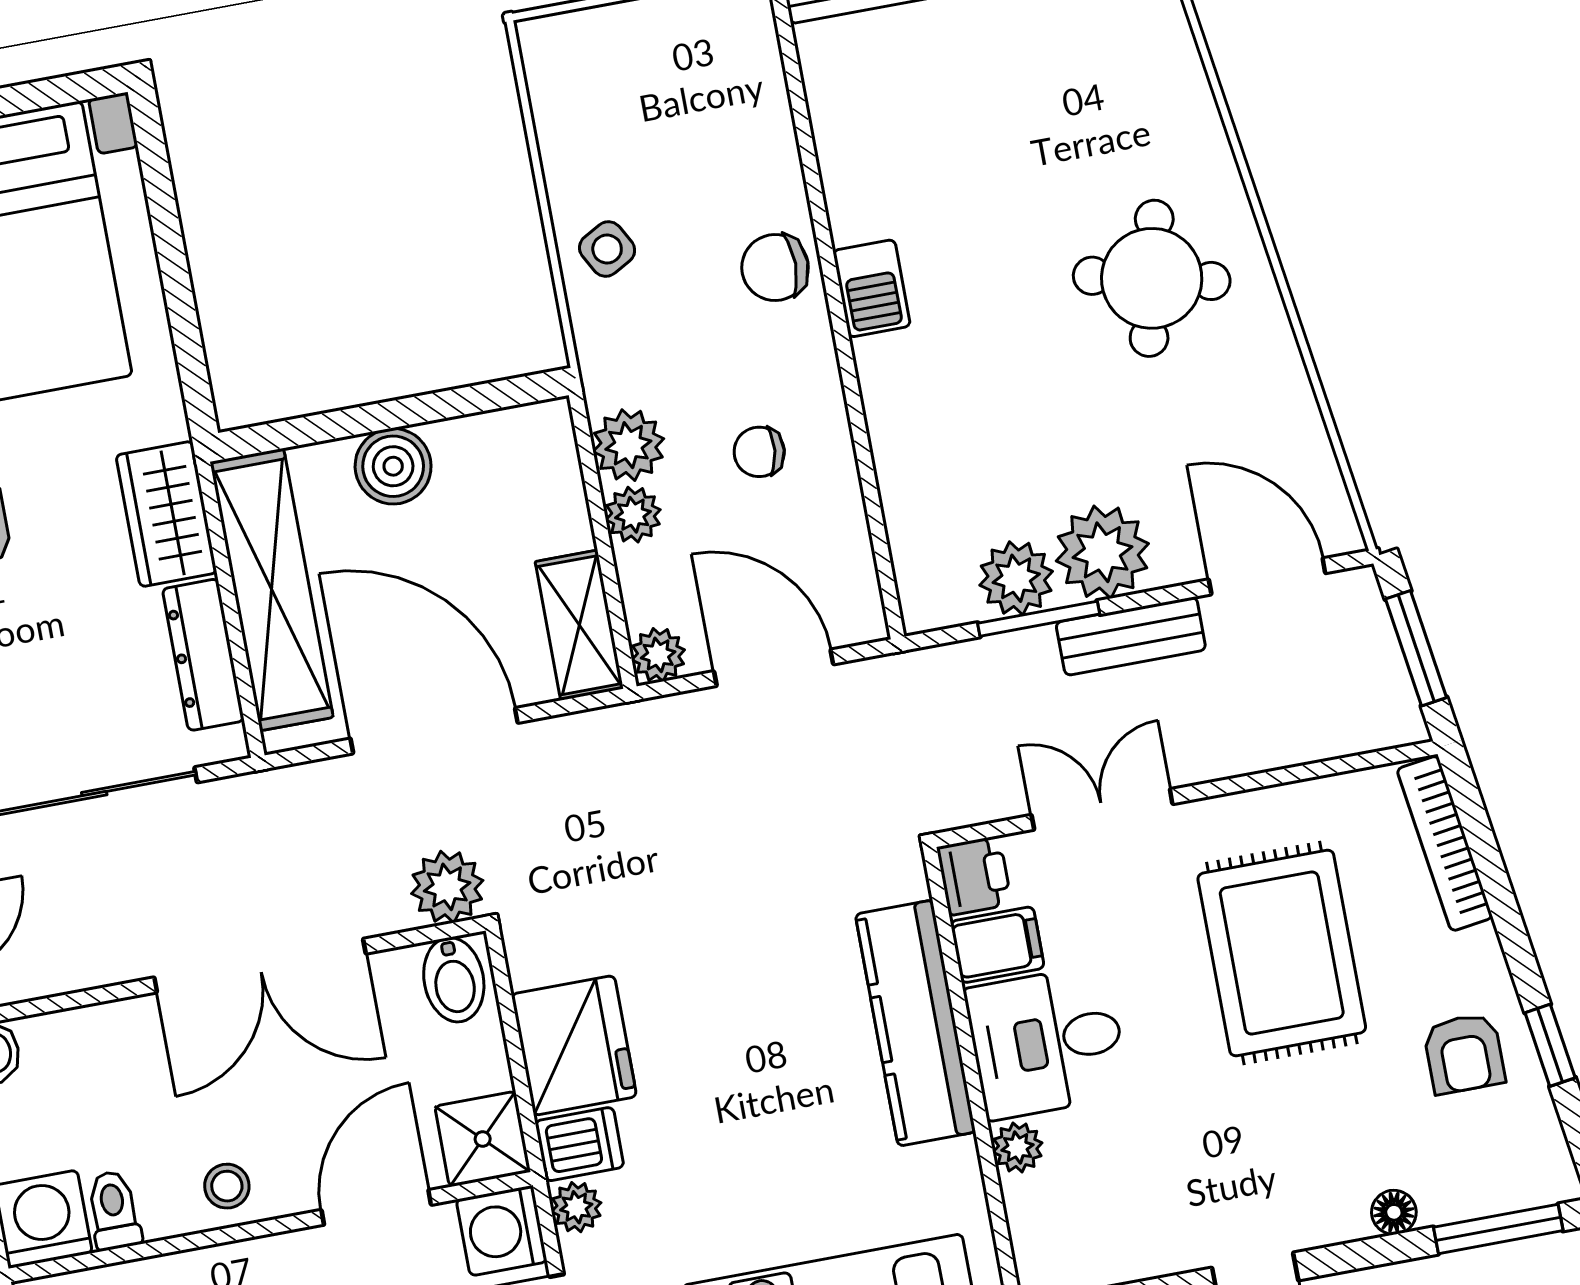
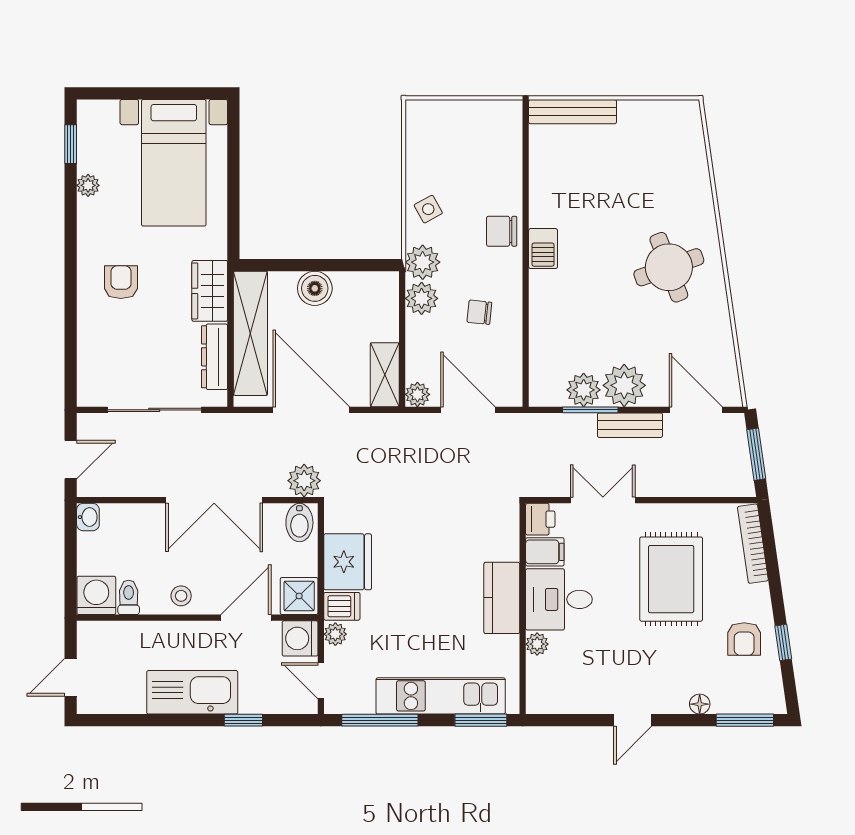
round table: (1152, 278) -> (669, 267), turned -33
plant: (633, 515) -> (423, 262), moved, width x1.38, depth x1.38
kitchen counter: (915, 1023) -> (502, 598), width x0.67

